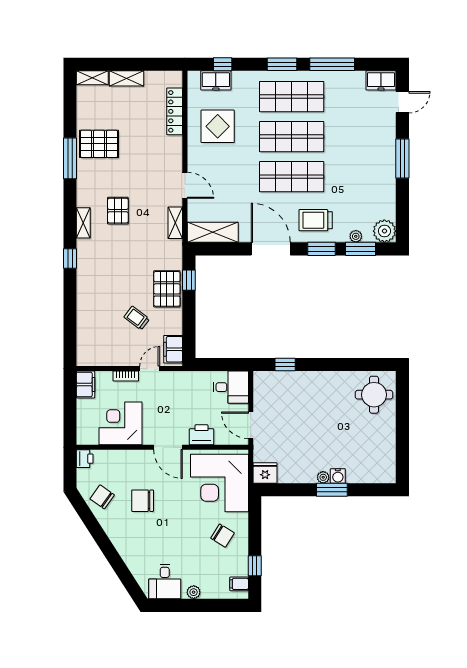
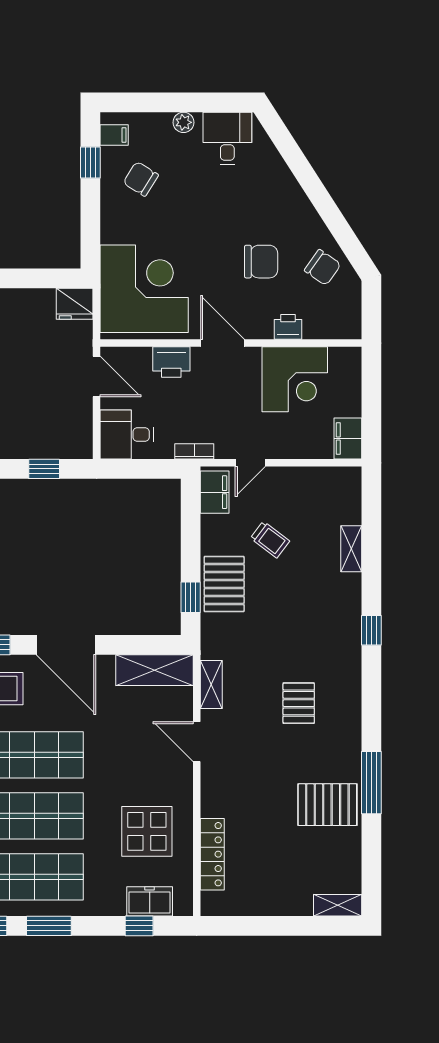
shelving: (127, 78) -> (285, 904), removed
shelving: (83, 223) -> (351, 549), moved
bookcase: (126, 376) -> (194, 451), moved
printer: (85, 459) -> (288, 327), moved, turned 90
chair: (222, 536) -> (141, 179), moved

